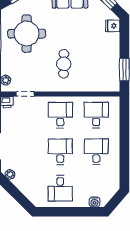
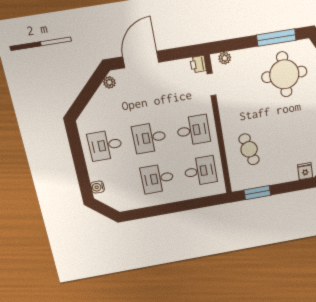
cafe table: (64, 64) -> (249, 149), moved, turned 75
desk: (60, 152) -> (149, 138), turned 180
desk: (96, 152) -> (157, 179), turned 180

